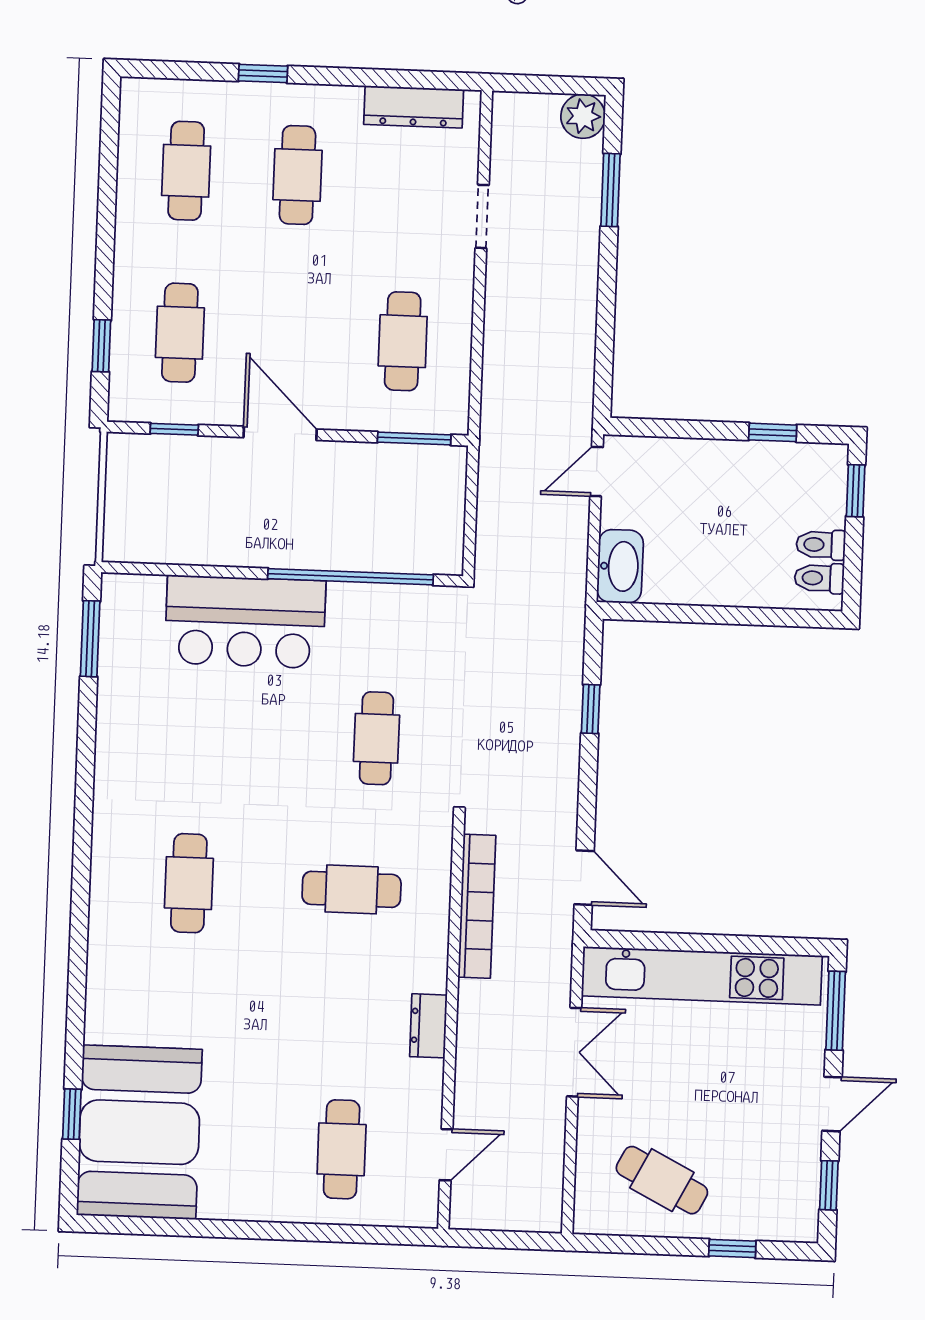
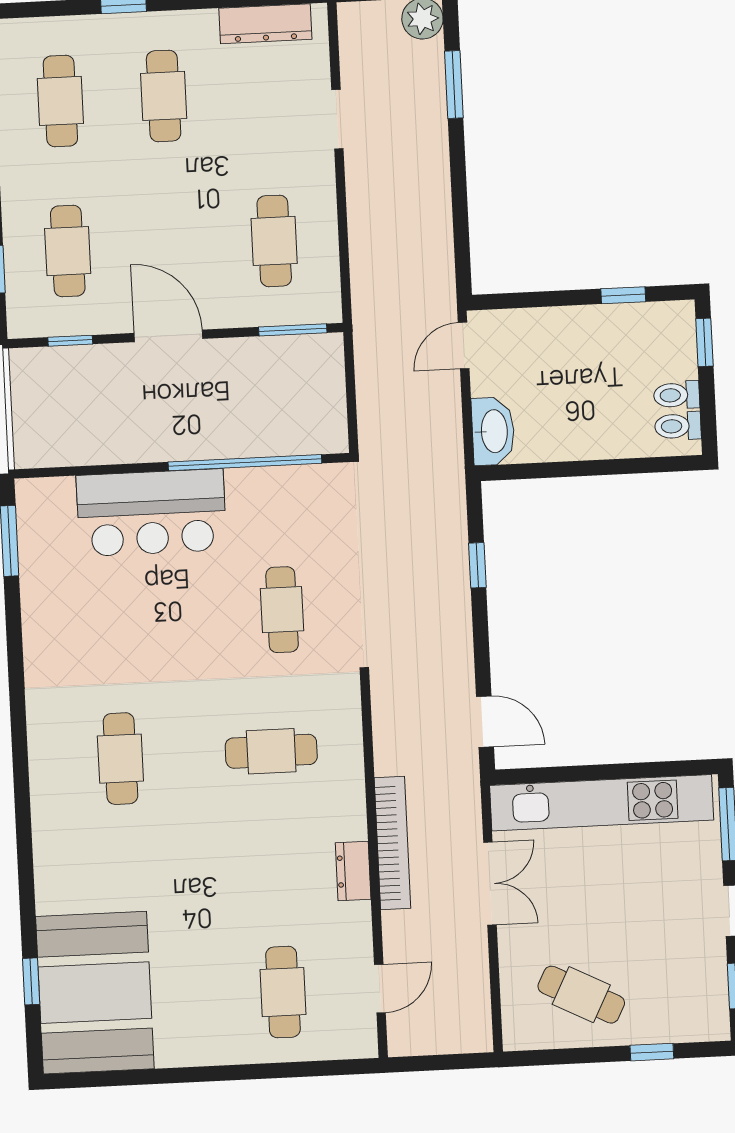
bookcase: (477, 906) -> (392, 843), moved

